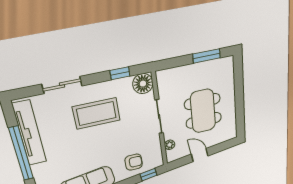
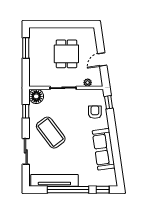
dining table: (203, 111) -> (66, 54), width x0.73
coffee table: (96, 114) -> (51, 133), turned -37

